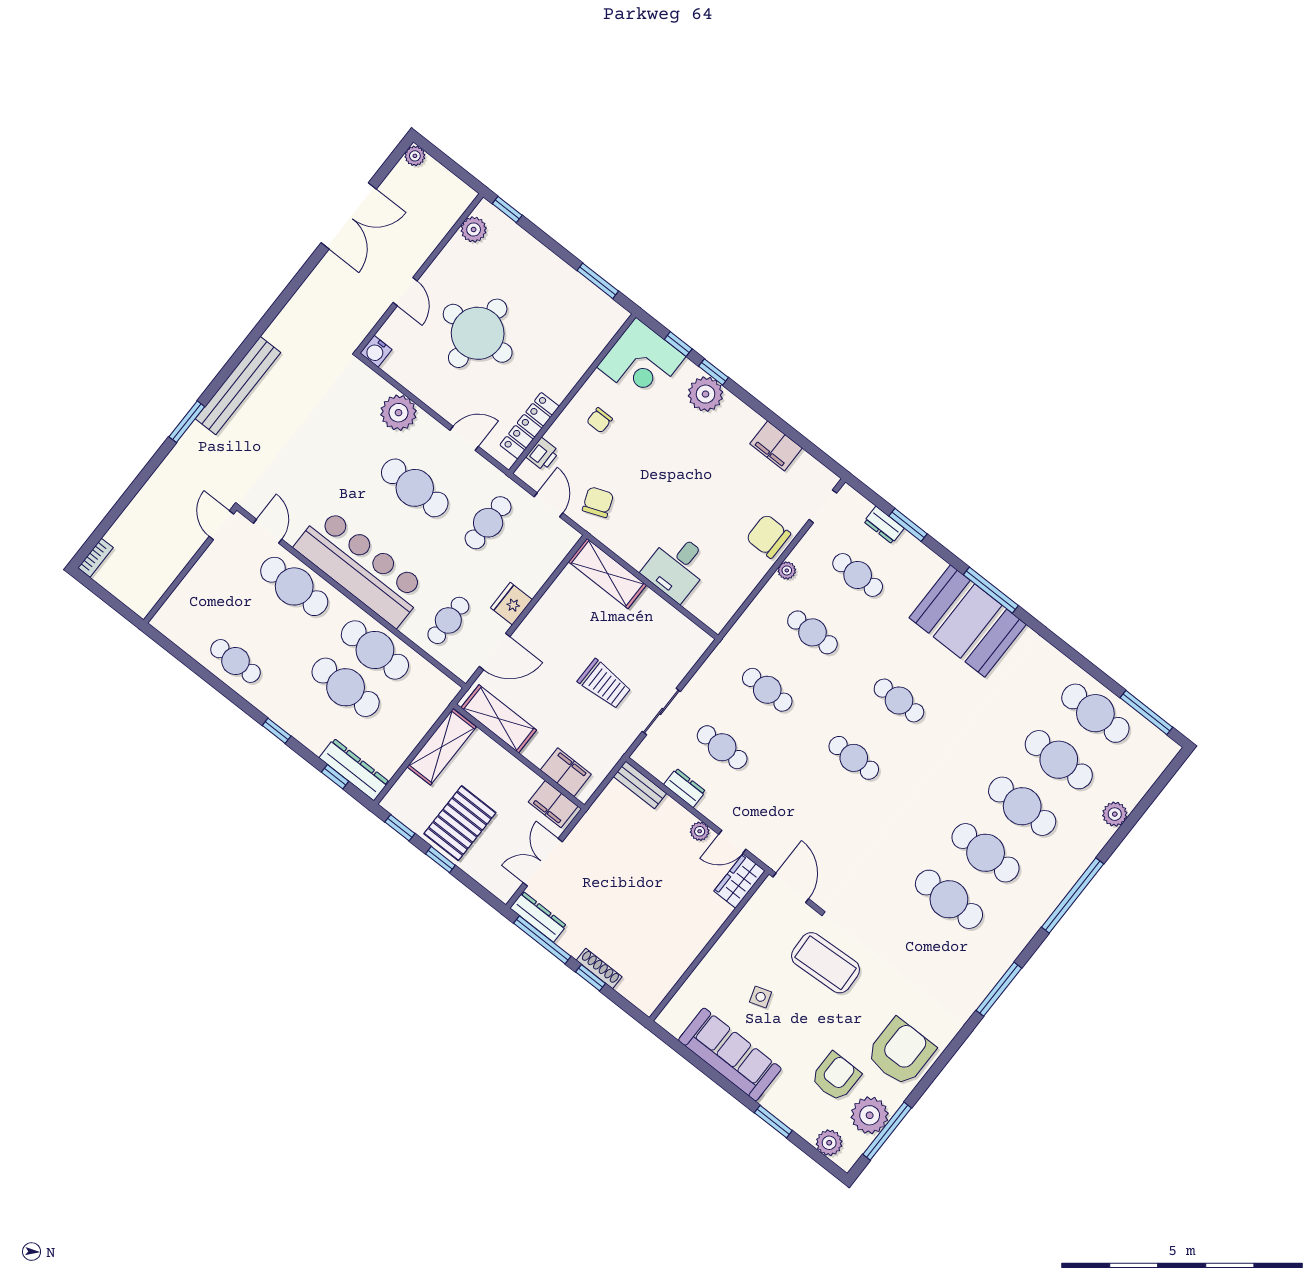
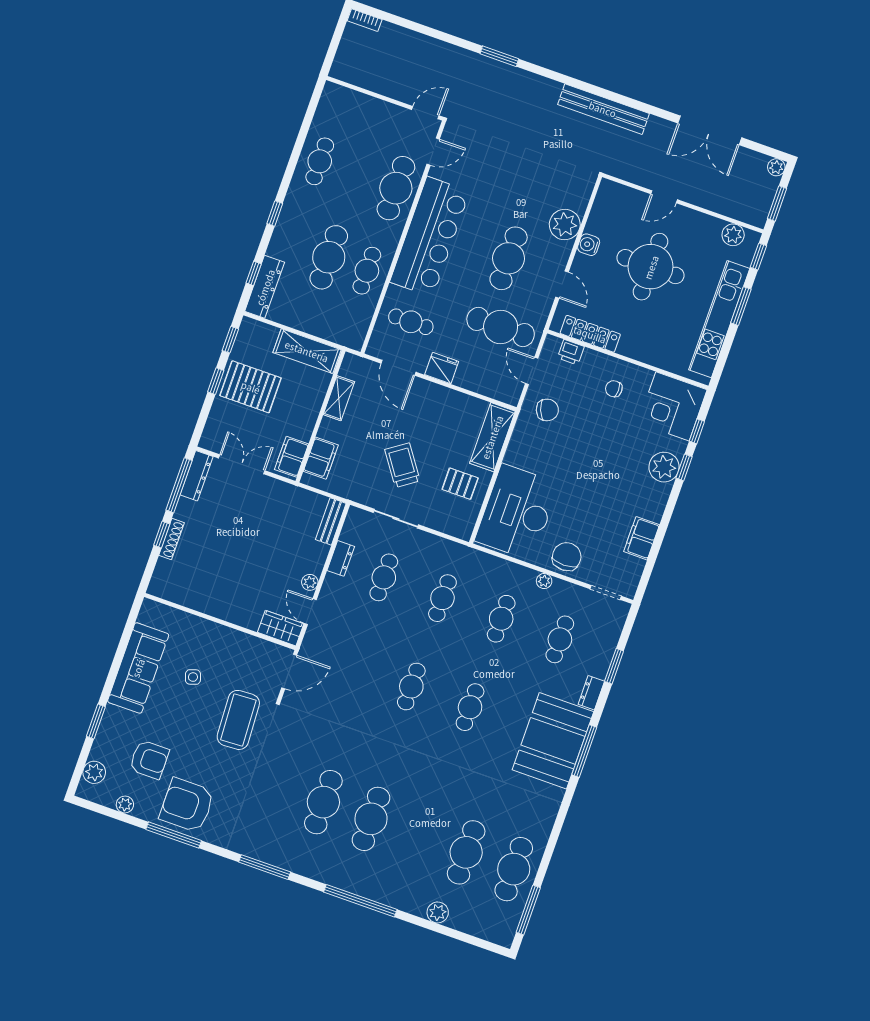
window: (455, 169) -> (777, 204), added
kitchen unit: (562, 277) -> (719, 319), added
window: (598, 281) -> (741, 306), moved
water cooler: (376, 351) -> (589, 245), moved
bench: (238, 386) -> (603, 109), moved
door: (549, 505) -> (532, 371), swing flipped
cafe table: (488, 523) -> (501, 327), width x1.37, depth x1.35
dresser: (884, 525) -> (591, 693), moved
desk: (677, 567) -> (517, 512), width x1.87, depth x1.30
pallet: (647, 627) -> (460, 484), added
cafe table: (375, 650) -> (367, 271), width x0.73, depth x0.74
trolley: (604, 684) -> (402, 465), turned 145
shelving: (499, 719) -> (339, 398), width x0.67, depth x0.75
cafe table: (1022, 806) -> (419, 836), removed
armchair: (901, 1052) -> (187, 805), turned 180
plant: (870, 1115) -> (125, 804), width x0.53, depth x0.53
window: (887, 1131) -> (174, 835), moved

